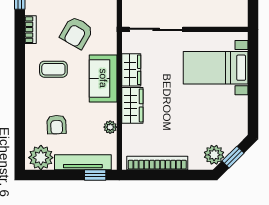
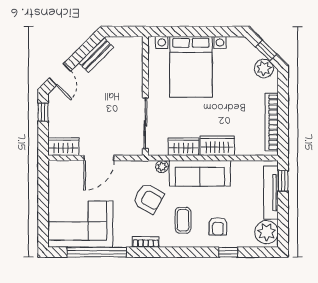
bed with nightstands: (216, 68) -> (191, 67), width x1.36
sofa: (103, 78) -> (200, 173), width x1.36
window: (20, 117) -> (228, 252), added
armchair: (57, 125) -> (218, 226), moved, turned 92
plant: (110, 127) -> (162, 167), moved

